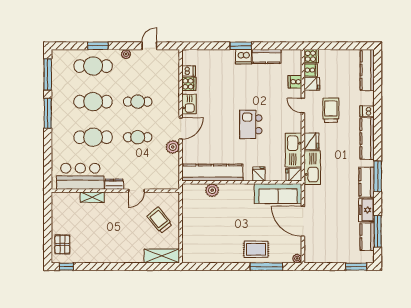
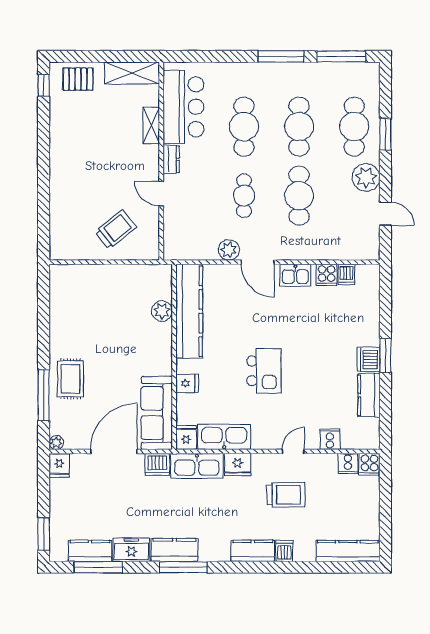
plant: (126, 54) -> (366, 178), width x1.88, depth x1.88
fridge: (312, 84) -> (59, 465), moved
cafe table: (138, 102) -> (299, 196), width x1.37, depth x1.35
kitchen island: (251, 124) -> (264, 371), turned 90
kitchen counter: (367, 138) -> (253, 551), width x0.67
dishwasher: (311, 193) -> (157, 464), added
shelving: (162, 256) -> (132, 73), moved, turned 90

